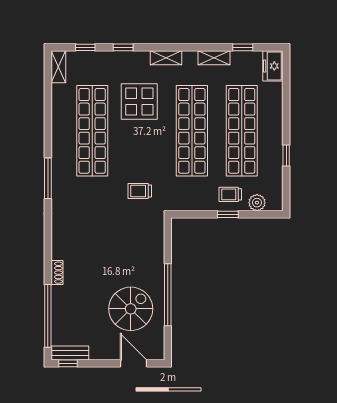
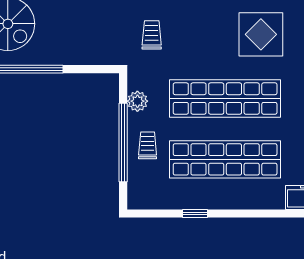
plant: (257, 203) -> (137, 101), moved
window: (228, 214) -> (123, 143), width x3.17

